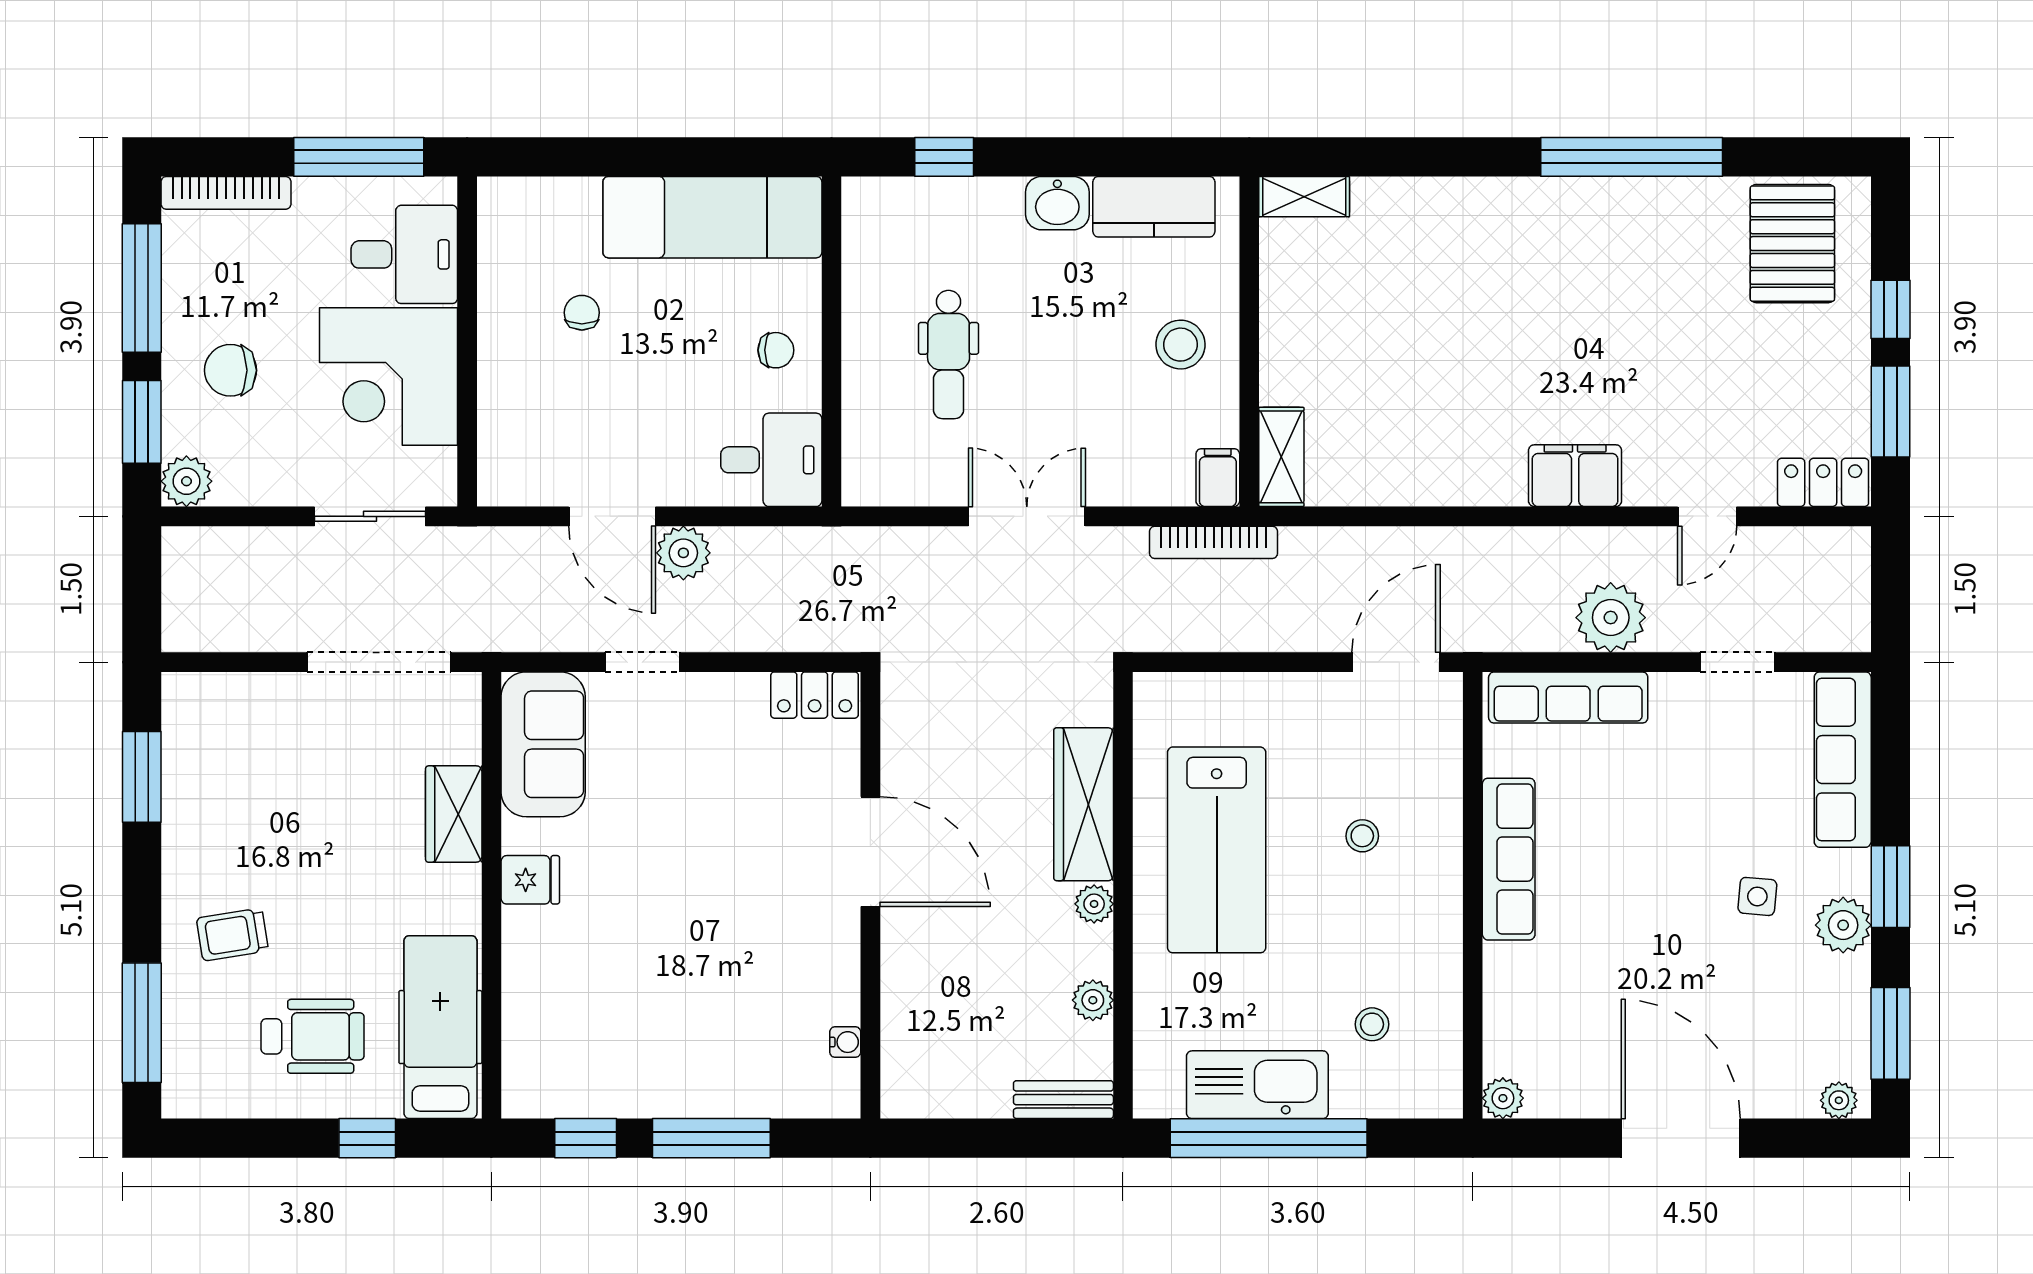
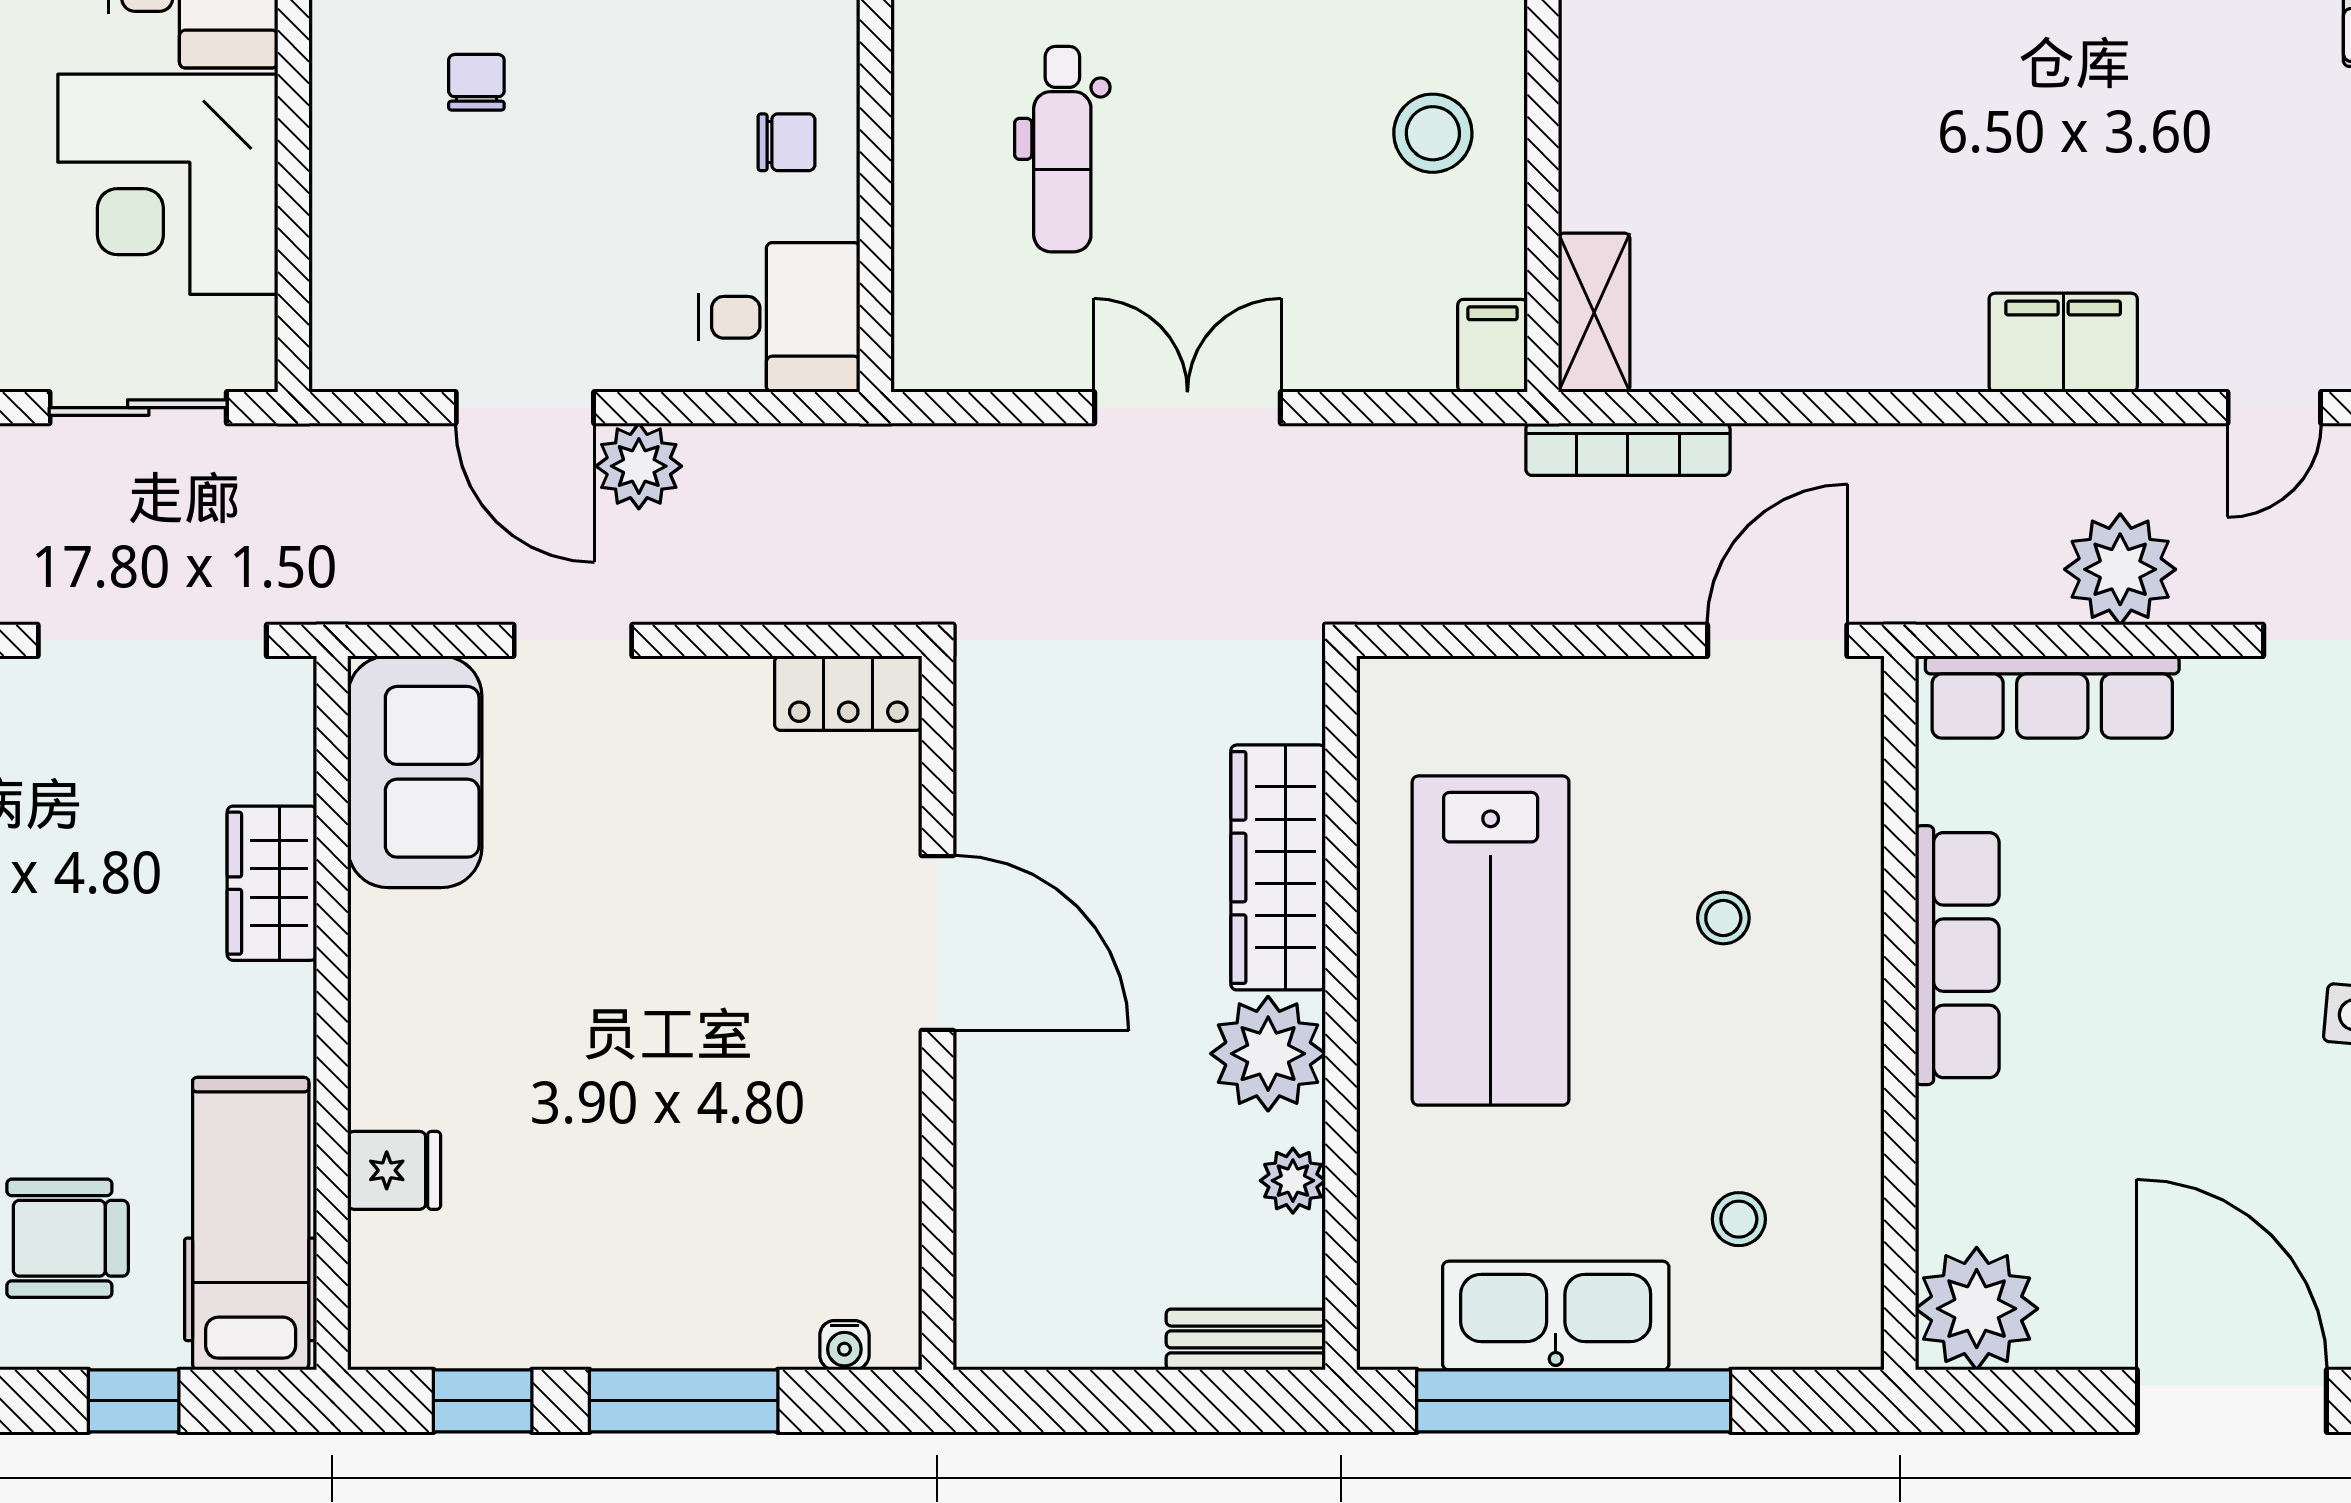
bookcase: (1214, 542) -> (1628, 449), moved
fridge: (530, 880) -> (394, 1170), moved
plant: (1094, 904) -> (1268, 1054), width x1.87, depth x1.87
water cooler: (845, 1042) -> (844, 1345), moved, turned 90
plant: (1503, 1098) -> (1977, 1309), width x1.88, depth x1.88

